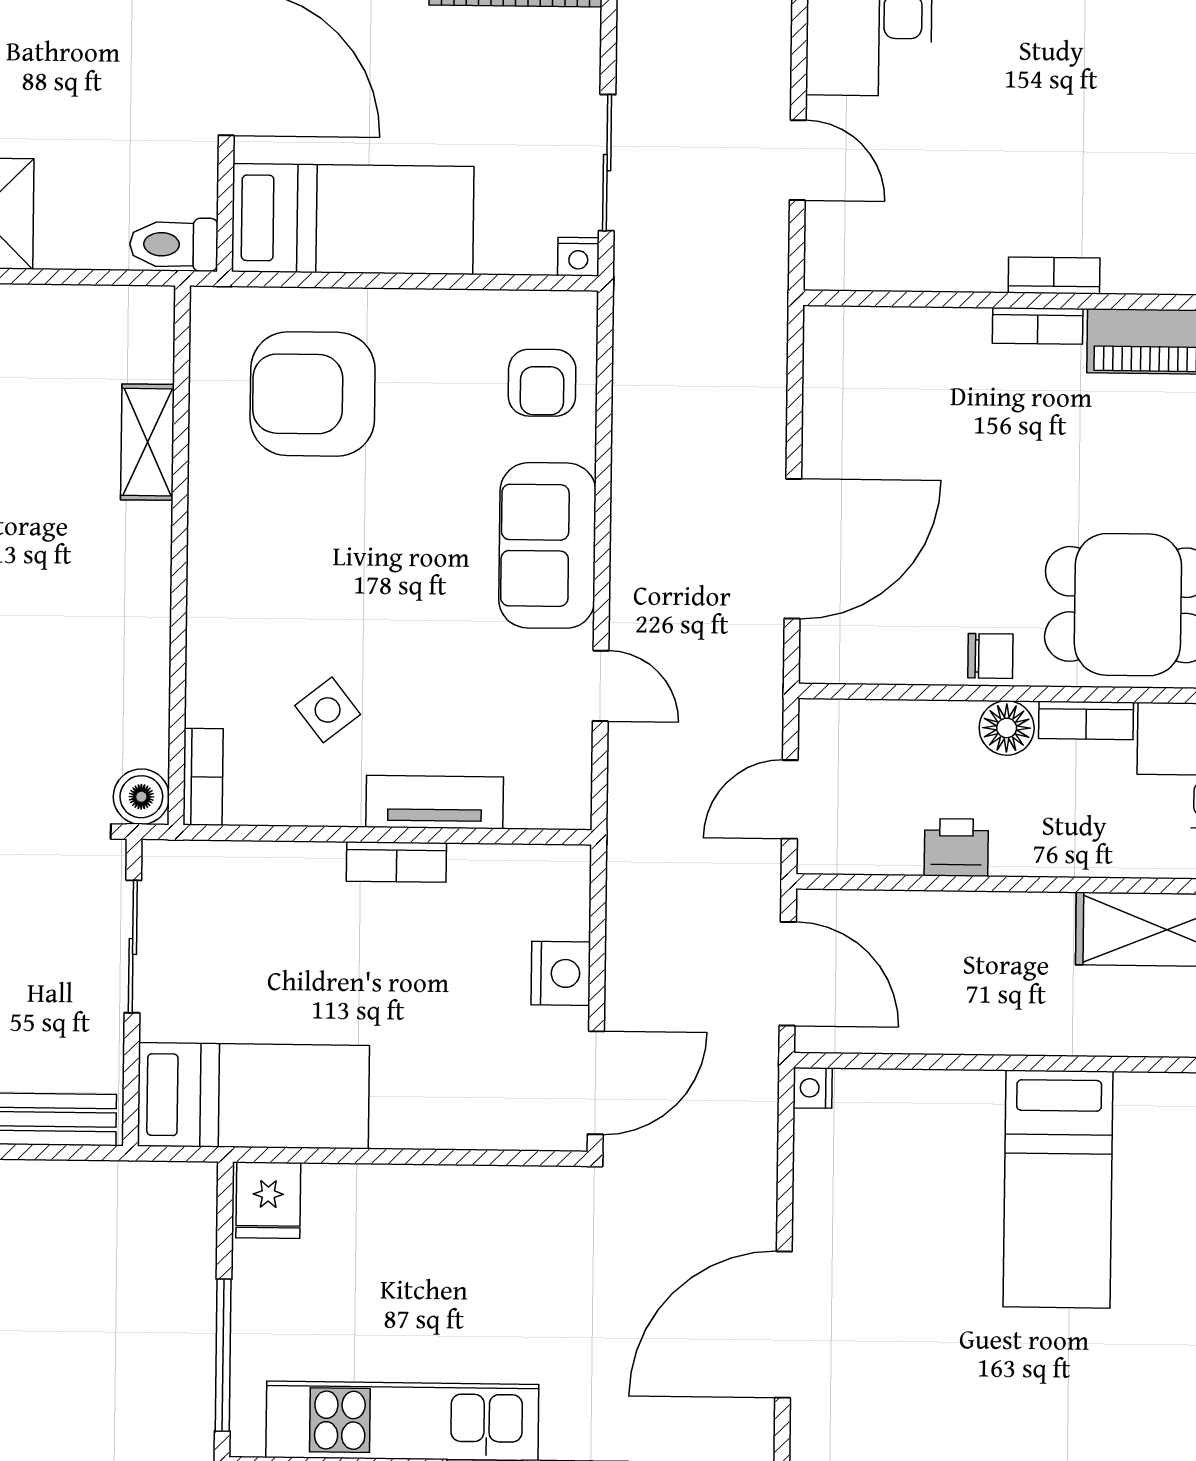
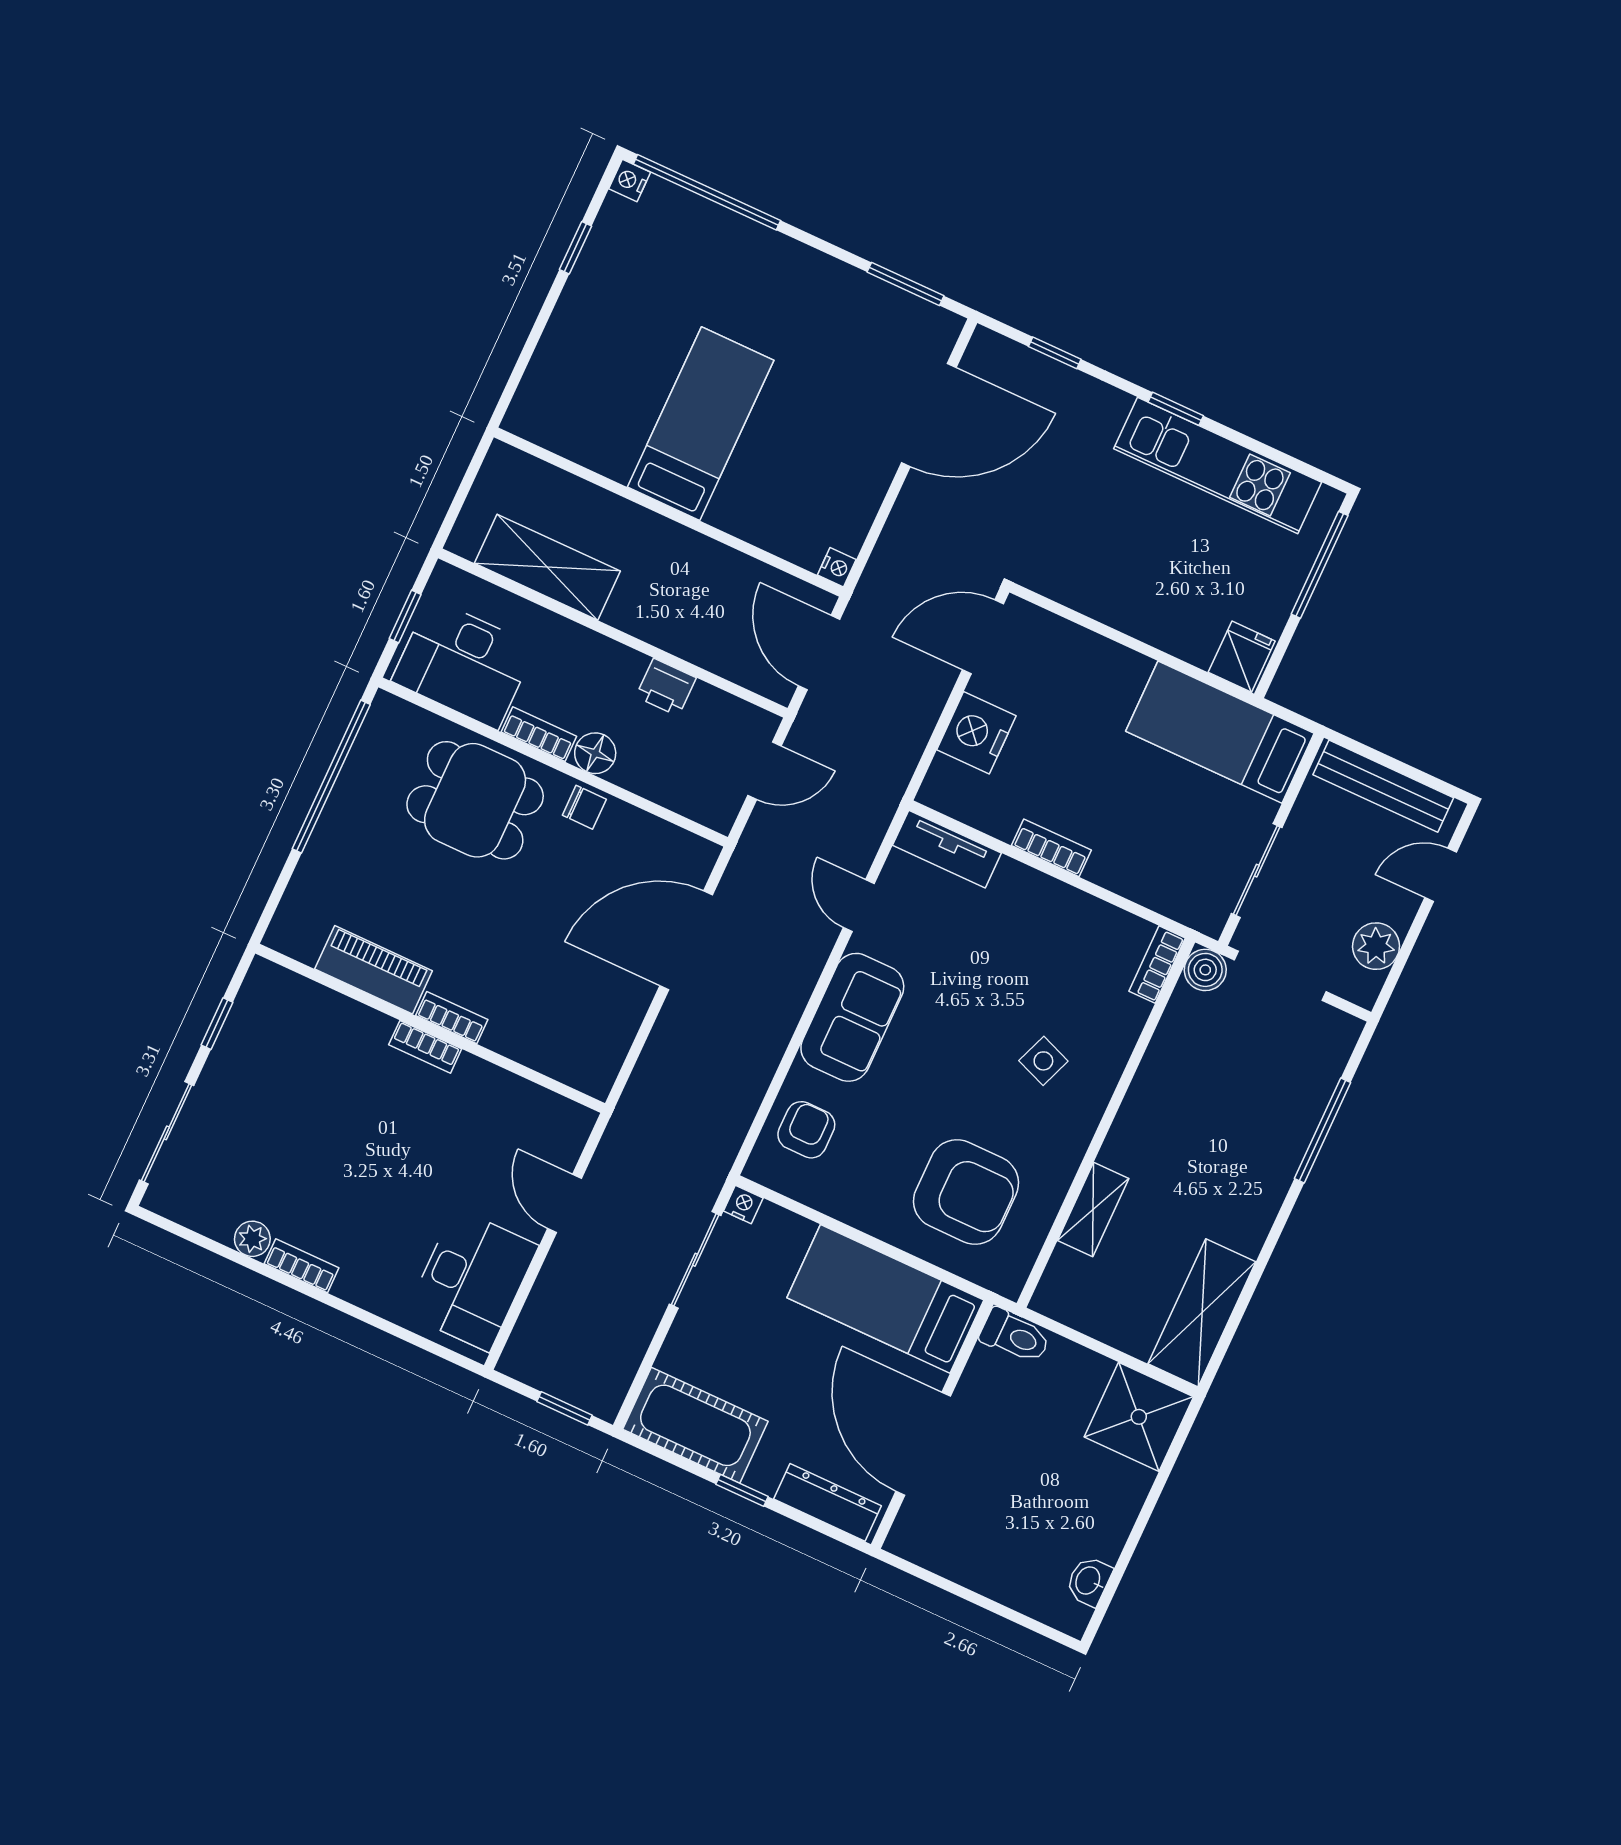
chair: (990, 656) -> (584, 807), turned 180
side table: (328, 710) -> (1043, 1061), moved, turned -31
tv unit: (435, 802) -> (947, 849), moved
nightstand: (561, 973) -> (976, 733), width x1.36, depth x1.33

